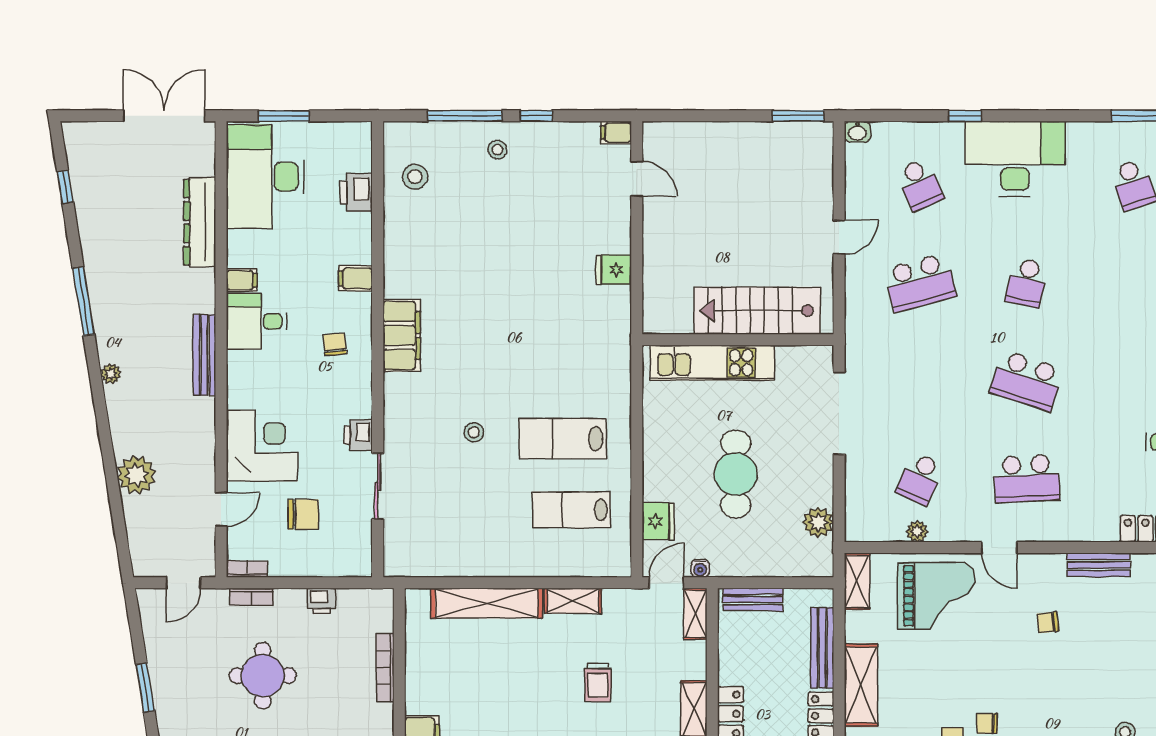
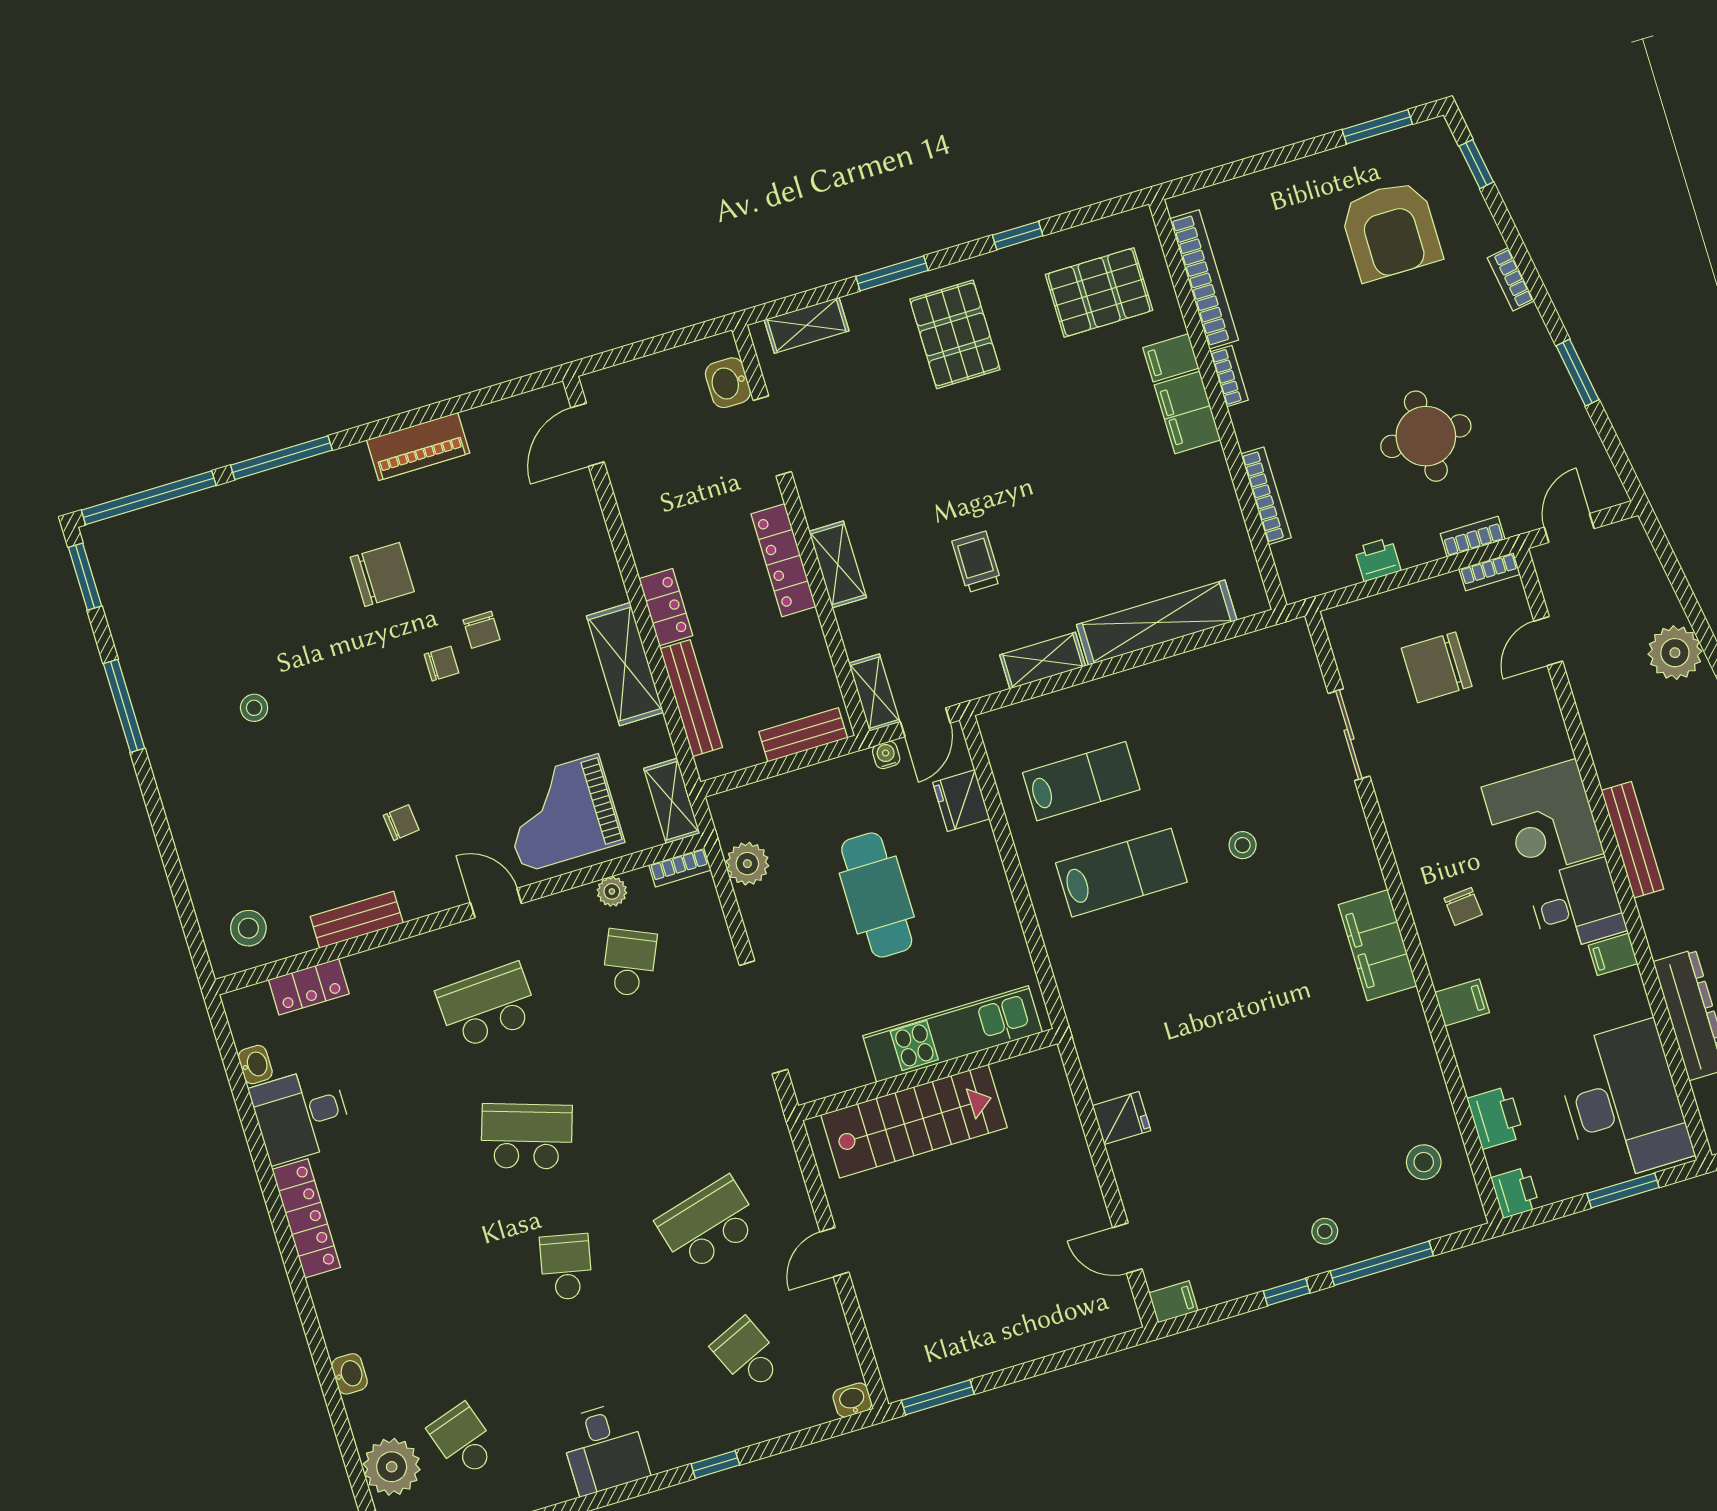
desk: (1015, 159) -> (604, 1448), width x0.53, depth x0.77
printer: (358, 435) -> (1515, 1192), moved
corner desk: (262, 446) -> (1543, 820), moved
chair: (303, 514) -> (1437, 667), width x1.37, depth x1.37
bookcase: (865, 534) -> (680, 867), added

